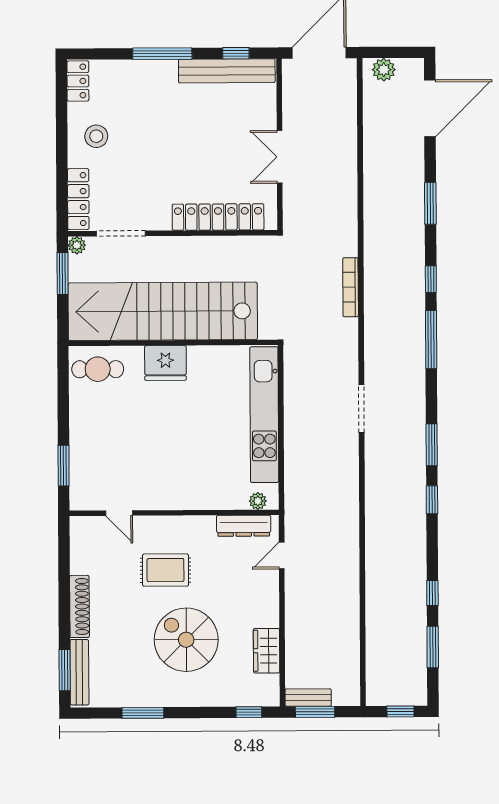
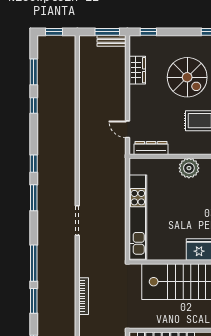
window: (431, 279) -> (34, 301), width x1.50
plant: (258, 501) -> (189, 168), moved, width x1.88, depth x1.88
door: (282, 556) -> (127, 129), swing flipped

